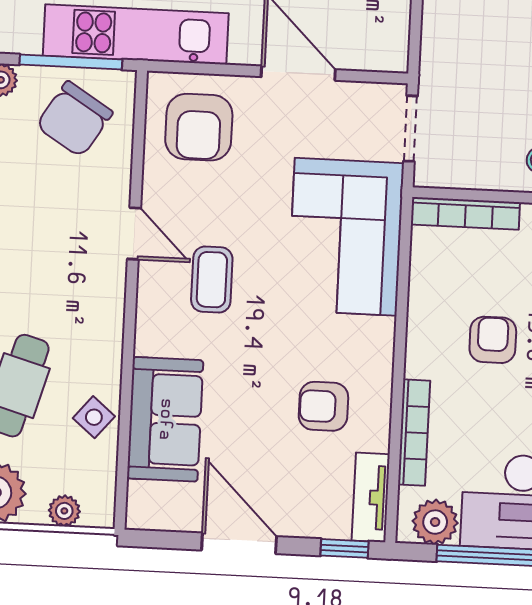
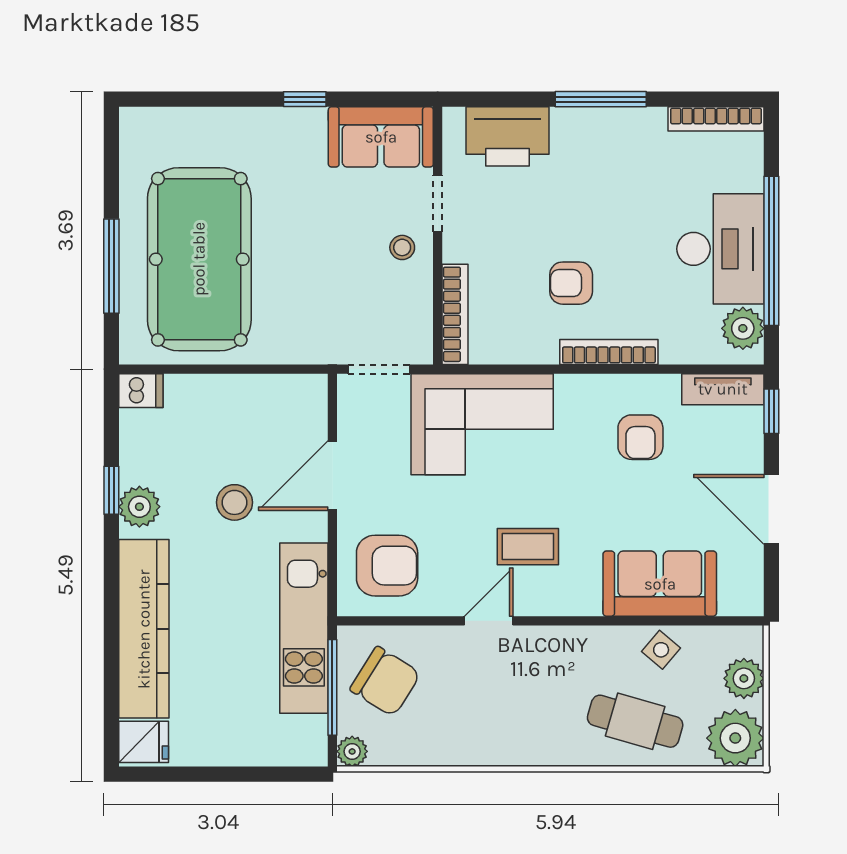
bookcase: (414, 433) -> (609, 352), moved
plant: (64, 511) -> (744, 678), width x1.38, depth x1.38
door: (239, 543) -> (771, 509), hinge flipped

